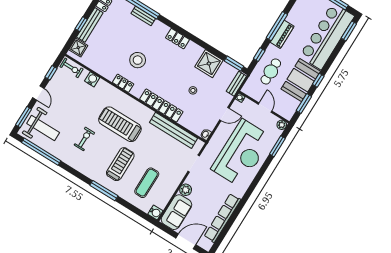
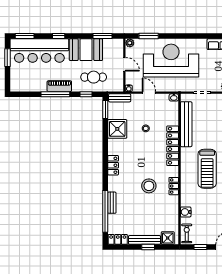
window: (318, 80) -> (59, 36), moved
door: (265, 108) -> (124, 64), swing flipped

